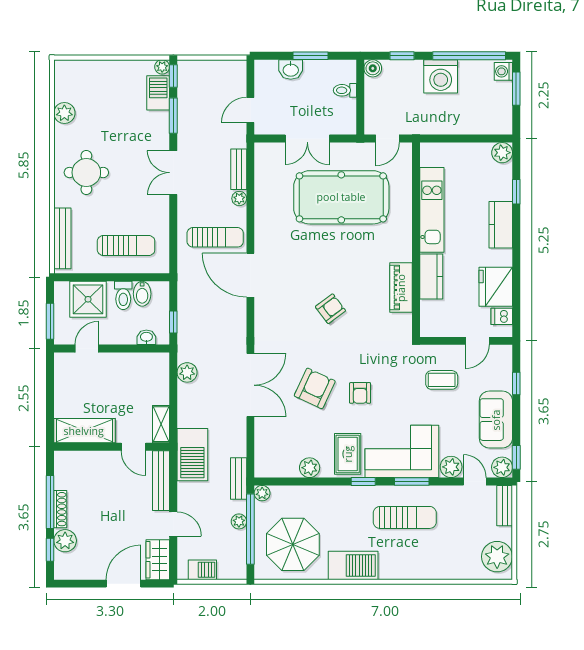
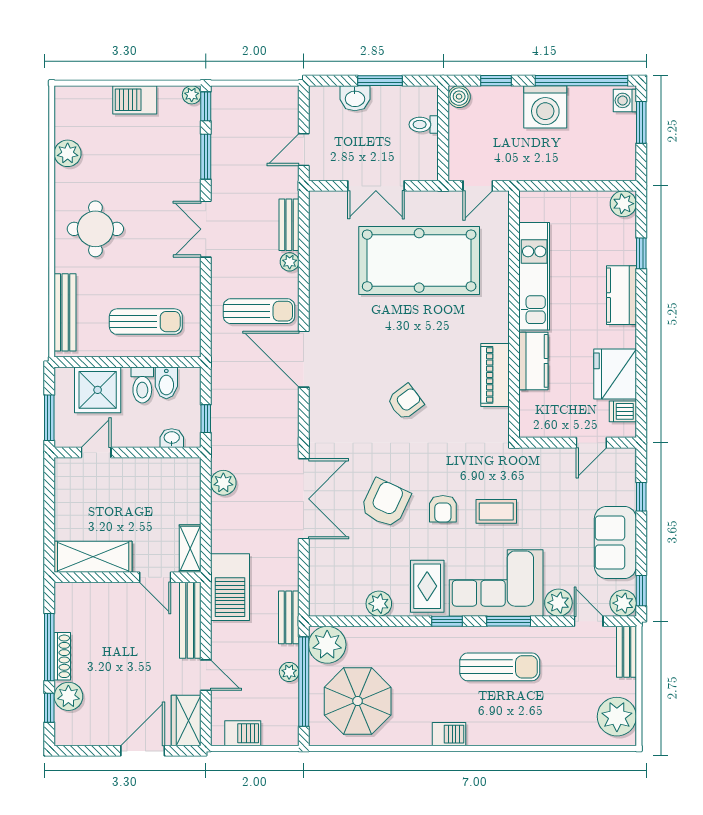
barbecue: (158, 93) -> (135, 100), moved, turned -90
coffee table: (442, 380) -> (496, 511), moved
plant: (262, 493) -> (327, 645), width x1.88, depth x1.88
barbecue: (353, 565) -> (449, 734), width x0.53, depth x0.65

